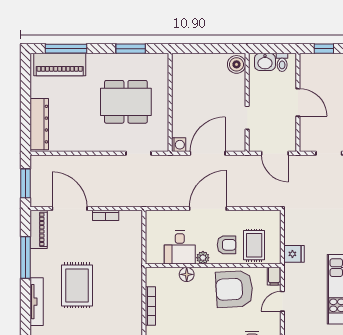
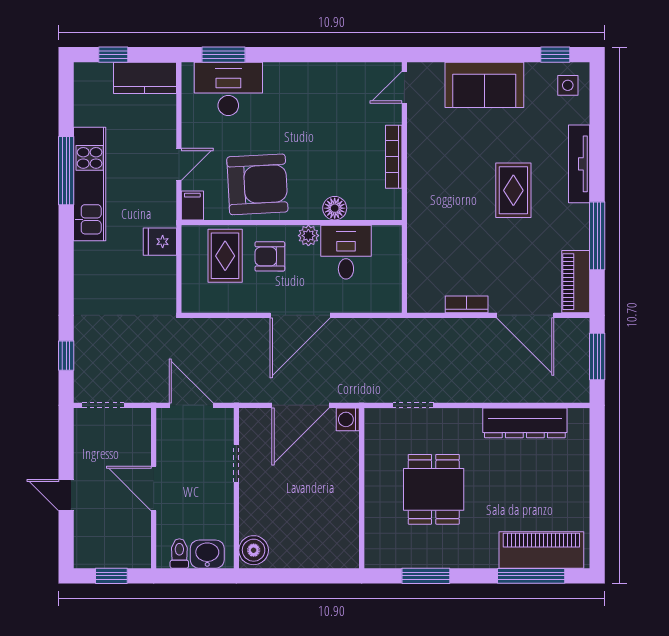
dining table: (126, 102) -> (434, 489), width x0.73
dresser: (39, 124) -> (525, 423), moved, turned -90
rug: (77, 285) -> (513, 190), width x0.73, depth x0.70

